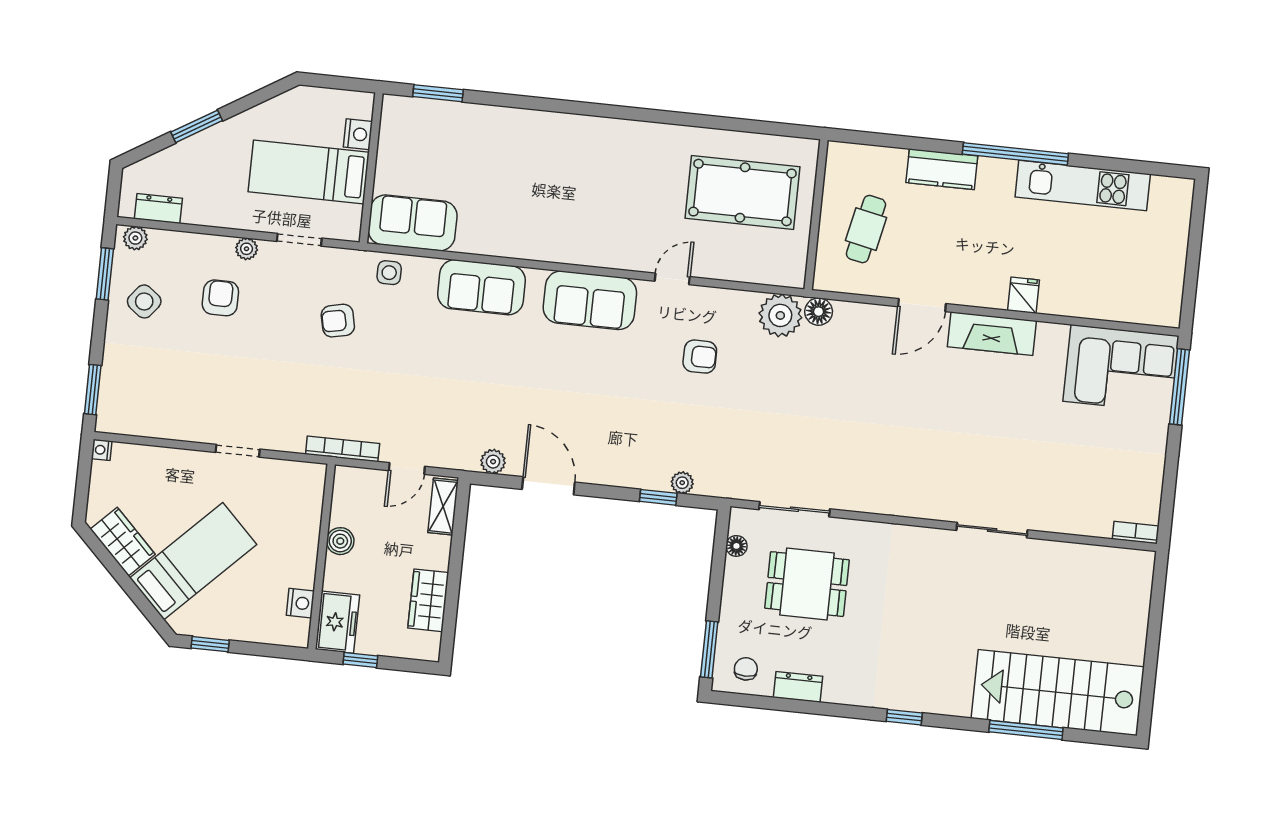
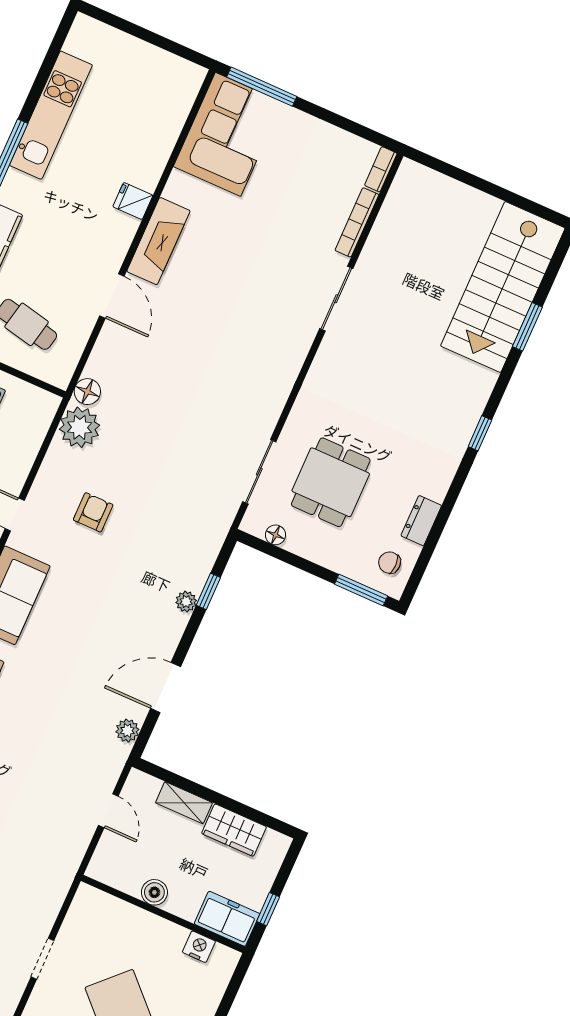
bookcase: (343, 449) -> (357, 222), moved
plant: (682, 483) -> (186, 602), moved
shelving: (443, 507) -> (184, 803), moved
window: (1026, 730) -> (527, 327), width x0.69

